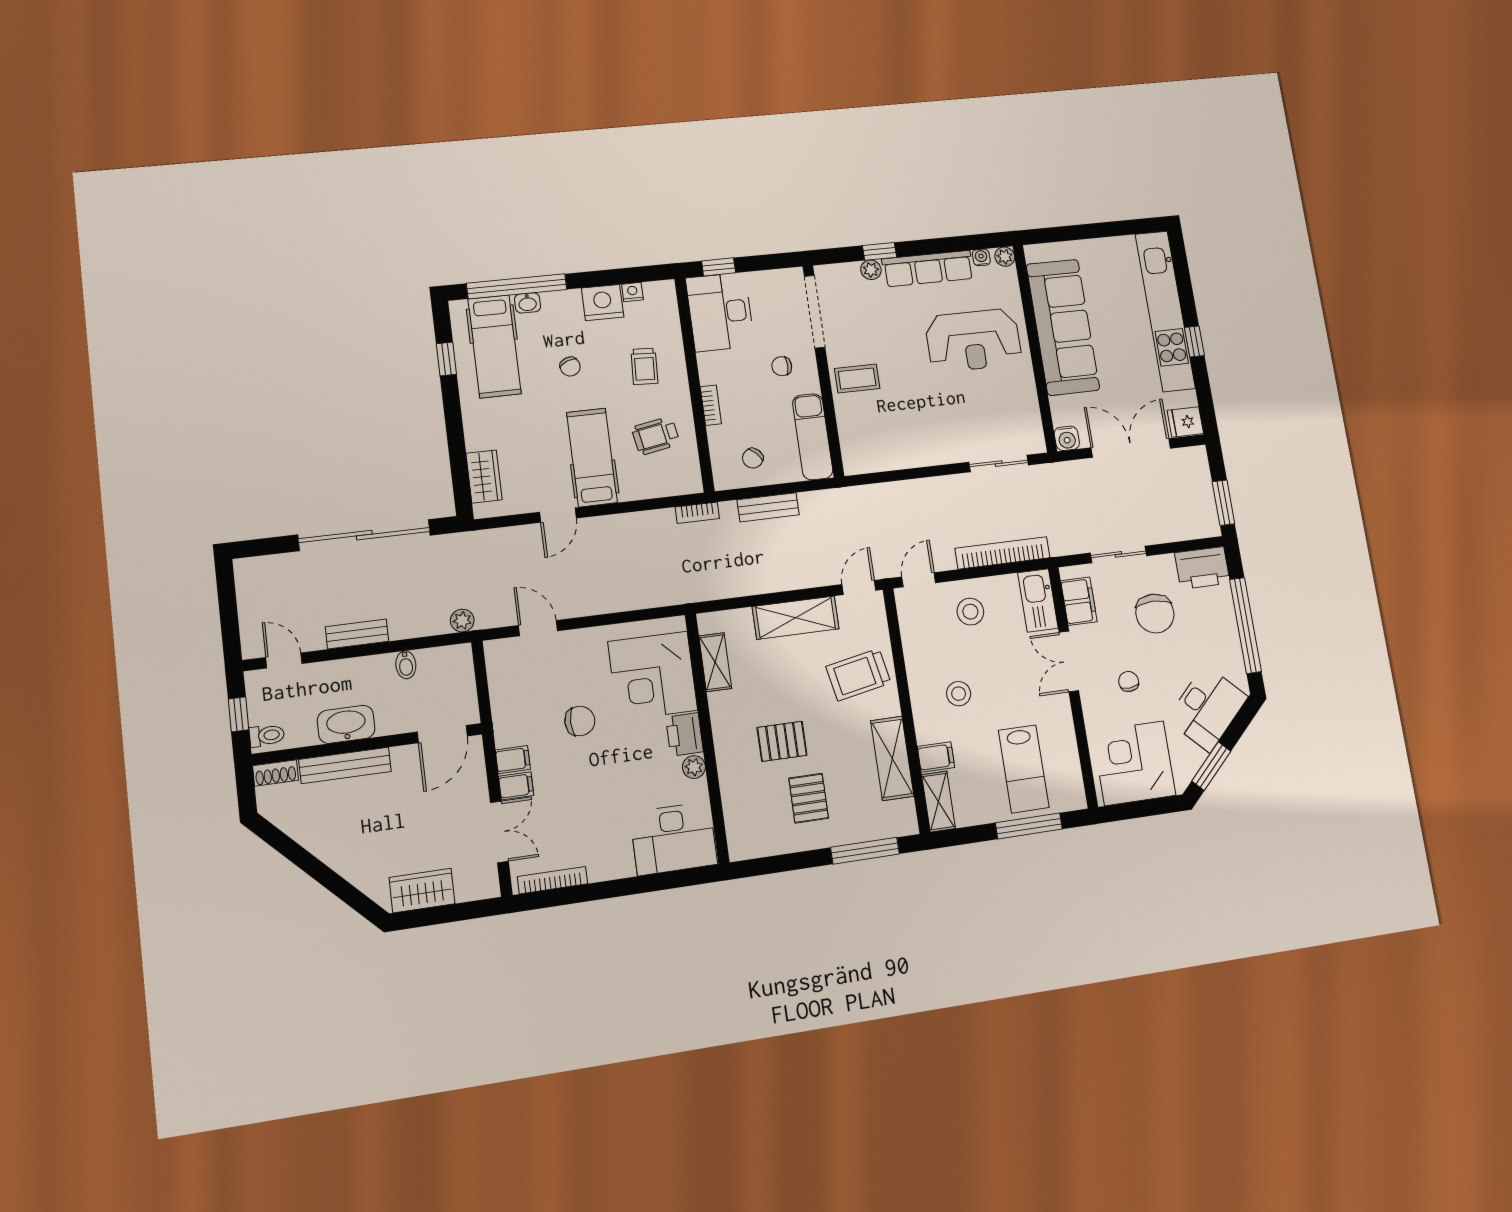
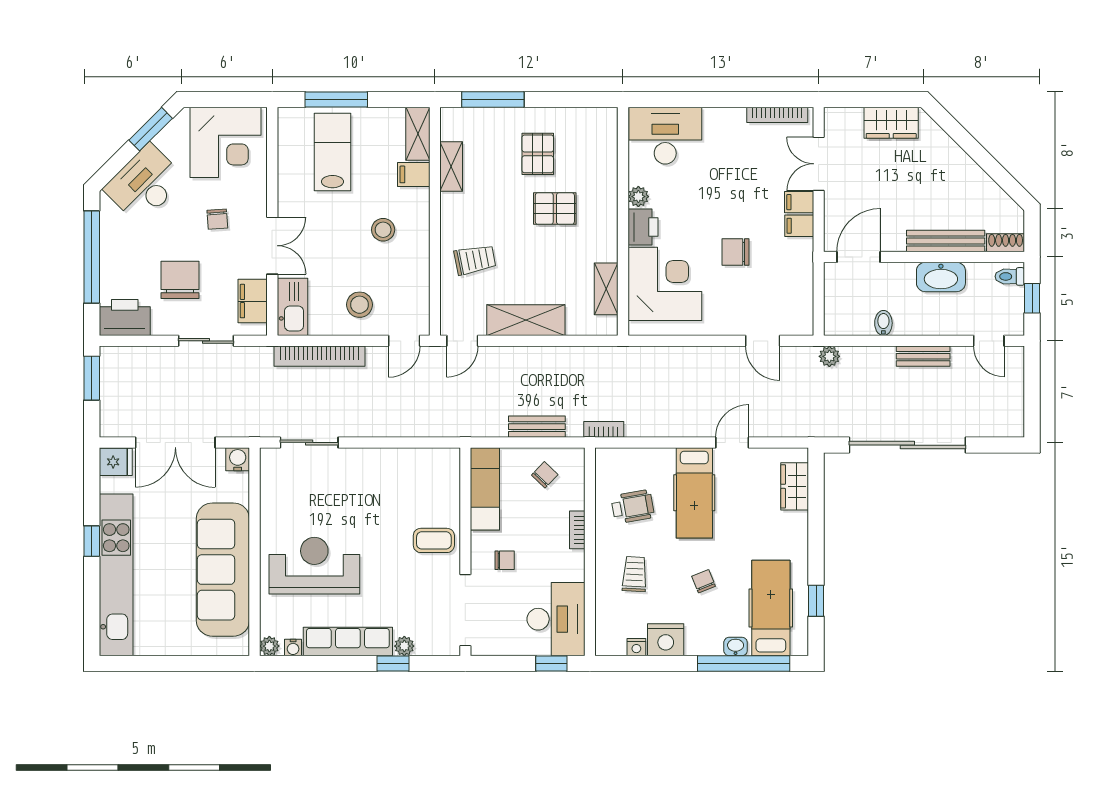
trolley: (858, 675) -> (475, 260), width x0.73, depth x0.72
shelving: (892, 758) -> (451, 167), width x0.67, depth x0.75

